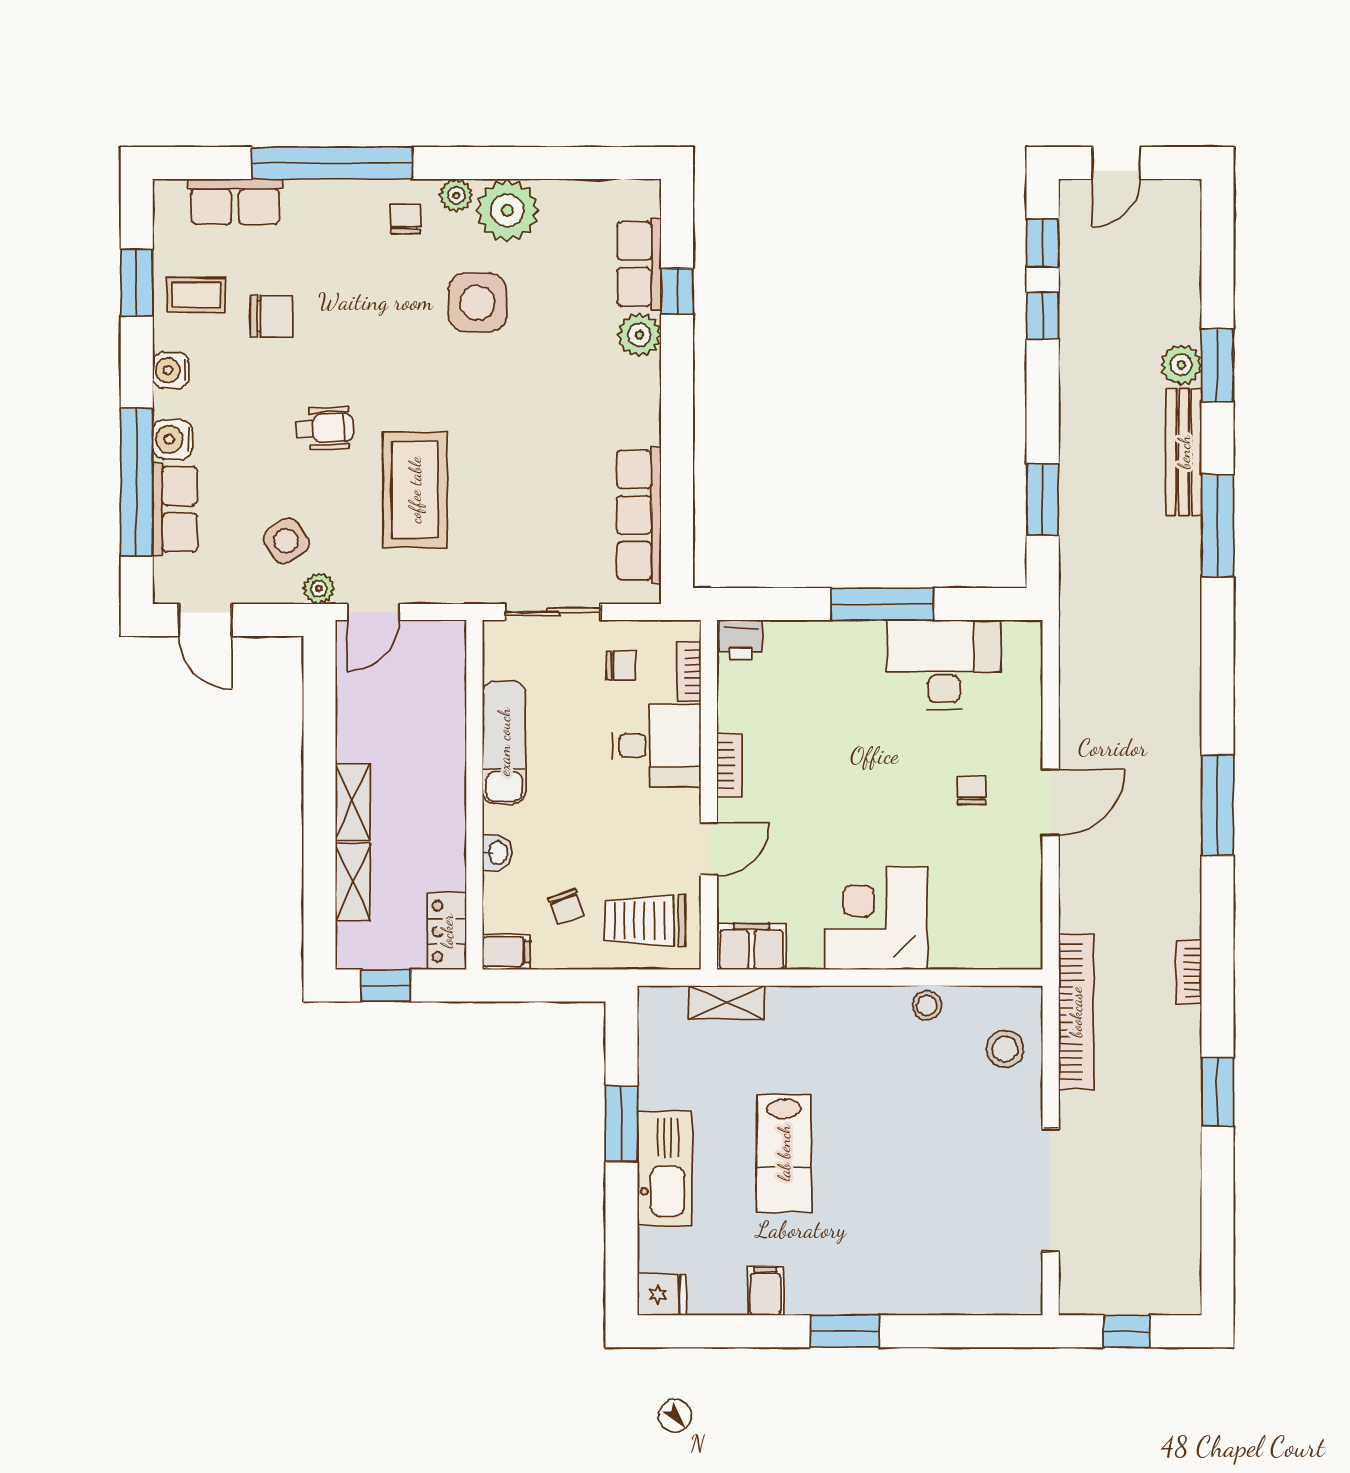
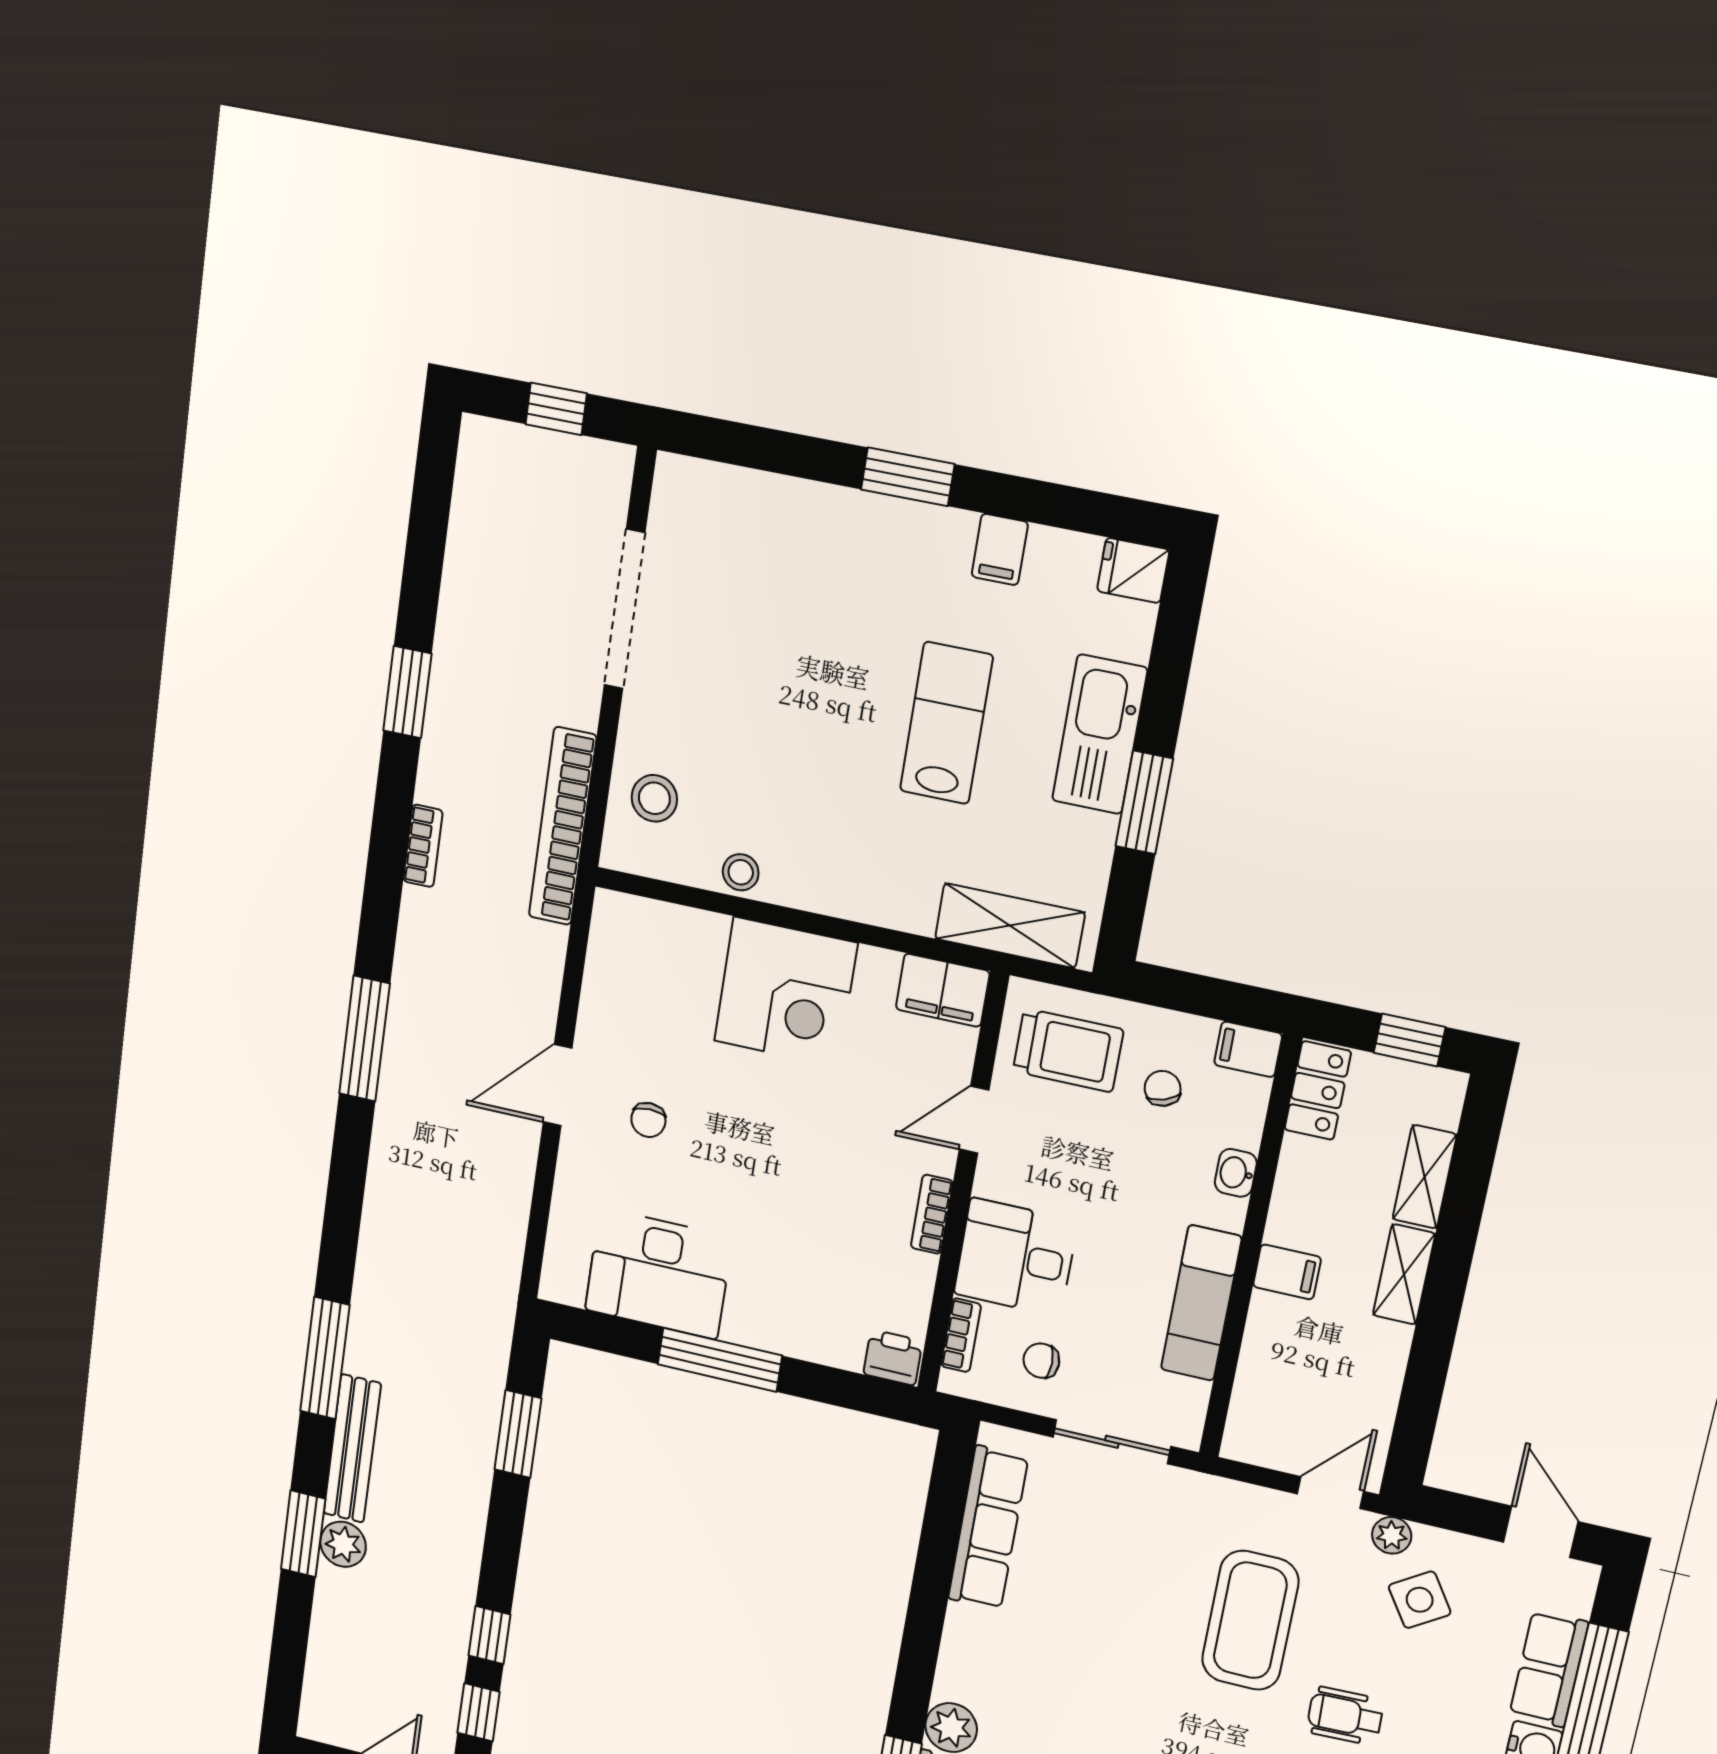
filing cabinet: (442, 783) -> (1287, 1272), added
shelving: (727, 1003) -> (1010, 926), width x1.50, depth x1.33

